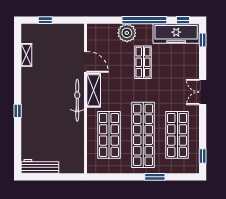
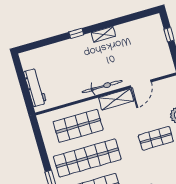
shelving: (26, 55) -> (103, 34), moved
workbench: (40, 166) -> (35, 87), moved

